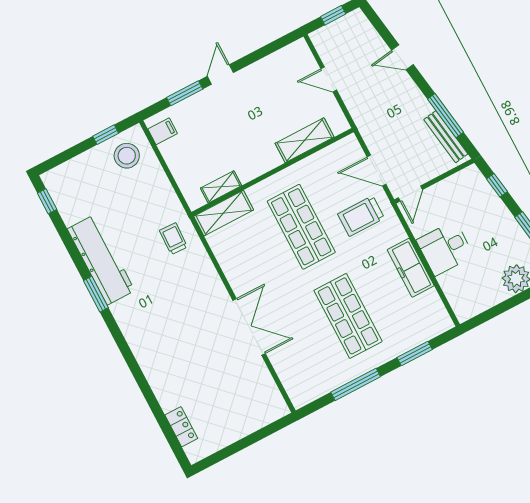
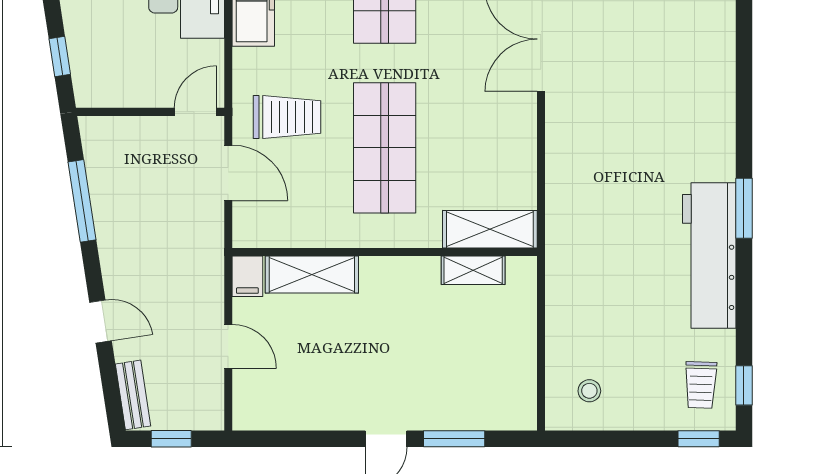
filing cabinet: (163, 131) -> (247, 276), moved, turned -90
window: (106, 135) -> (699, 439), moved
bench: (446, 137) -> (133, 395), moved, width x0.73
stool: (127, 156) -> (589, 391), width x0.53, depth x0.53
trolley: (173, 239) -> (701, 385), moved

